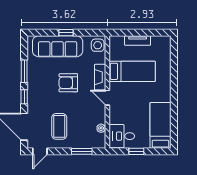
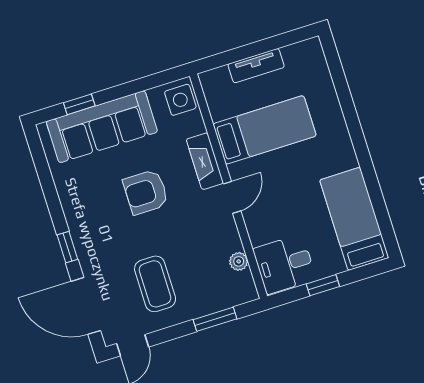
window: (66, 33) -> (79, 104), moved
window: (24, 71) -> (52, 197), removed
door: (107, 98) -> (232, 197), swing flipped

